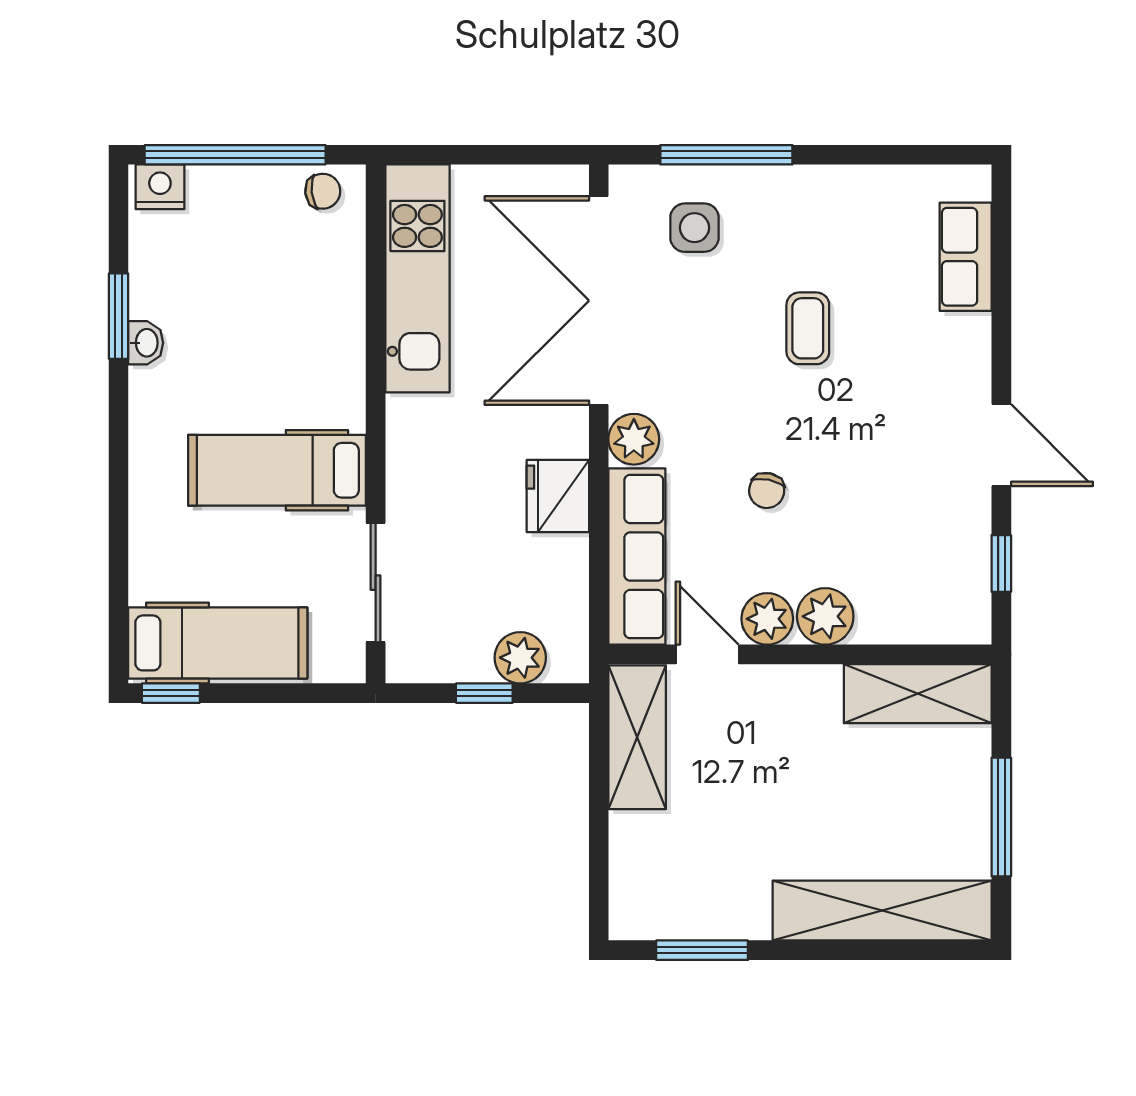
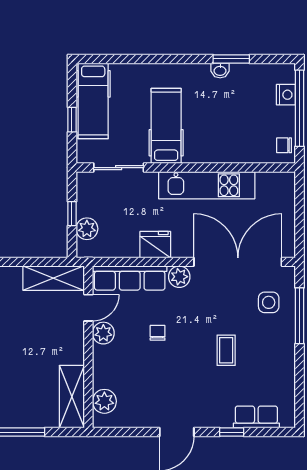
nightstand: (160, 187) -> (286, 95), moved
chair: (323, 191) -> (284, 145), turned 96
kitchen unit: (417, 278) -> (207, 185), moved
coffee table: (808, 328) -> (226, 350), turned 90
chair: (767, 491) -> (158, 333), turned 78
window: (1001, 563) -> (232, 432), moved
plant: (825, 616) -> (104, 401), moved
window: (171, 693) -> (72, 120), moved

